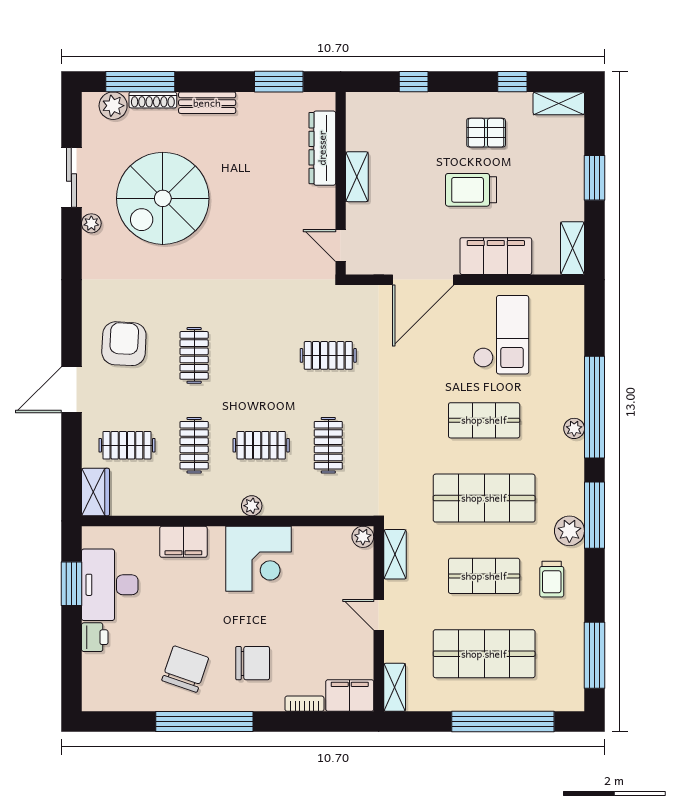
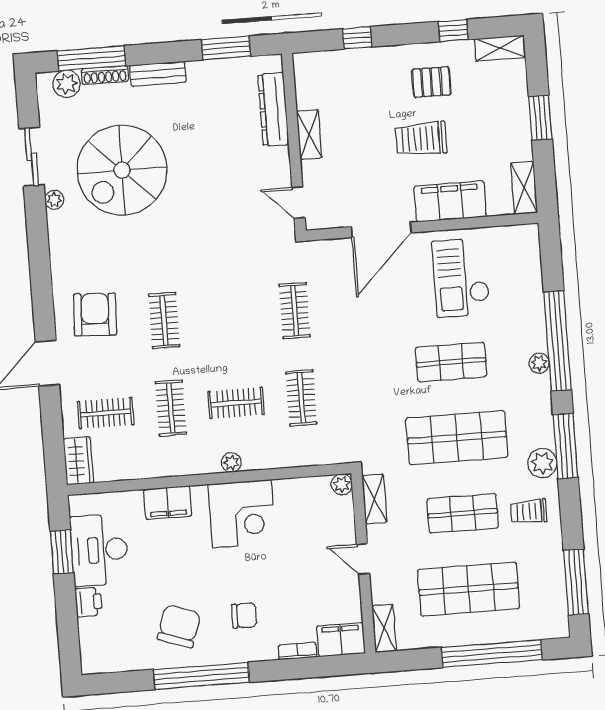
checkout: (501, 335) -> (461, 277), turned 180
clothes rail: (328, 355) -> (295, 311), turned 90
trolley: (552, 579) -> (529, 511), turned 90
chair: (253, 663) -> (244, 615), width x0.73, depth x0.73

